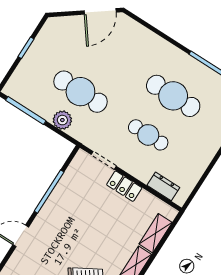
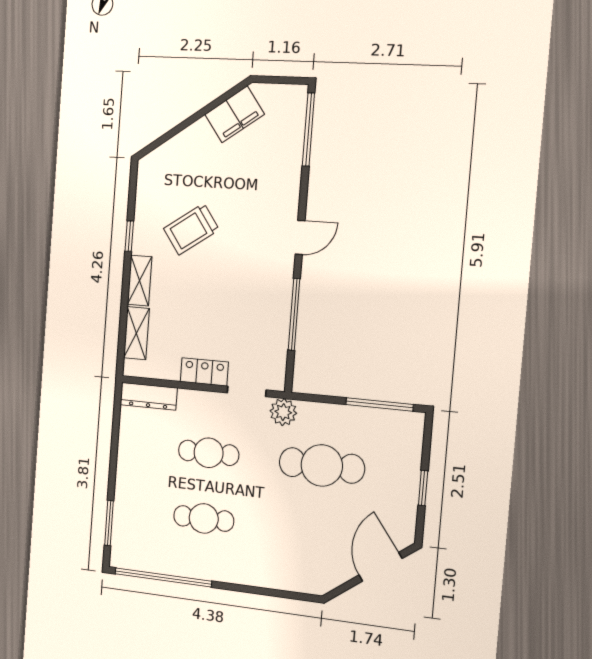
door: (100, 11) -> (381, 567), moved
cafe table: (173, 96) -> (204, 518), width x0.73, depth x0.74
plant: (62, 120) -> (283, 412), moved
dresser: (163, 186) -> (149, 396), width x1.44

